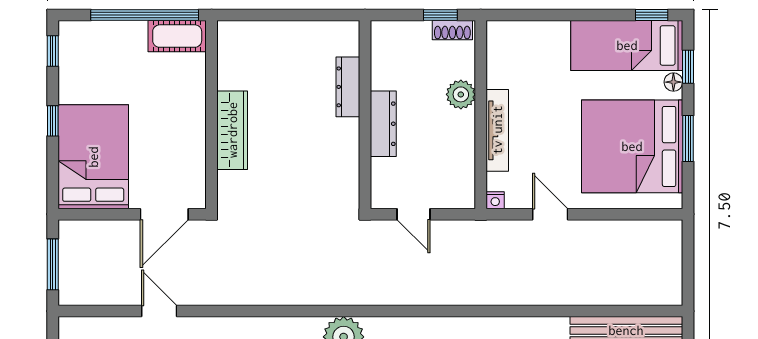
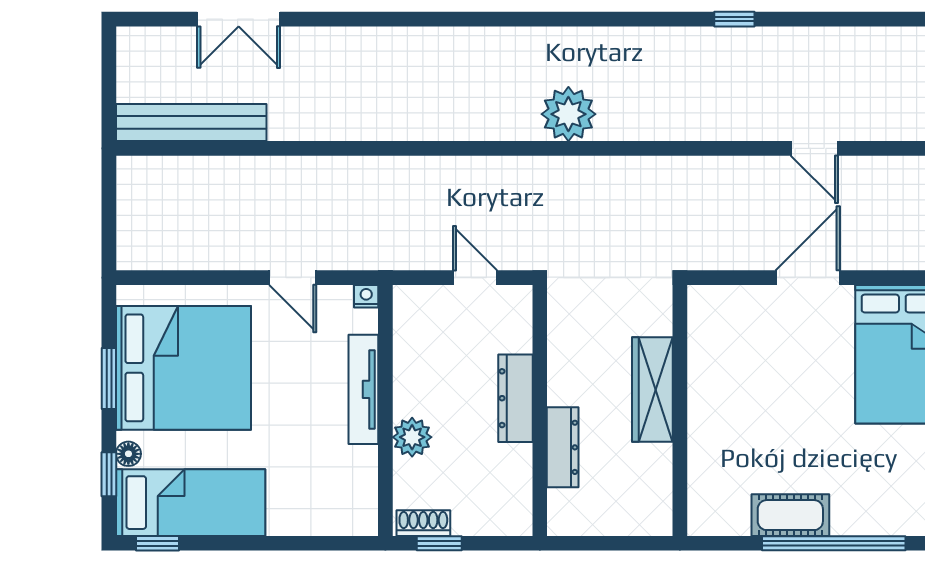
wall: (212, 115) -> (680, 410), moved
wardrobe: (232, 130) -> (652, 389), moved

